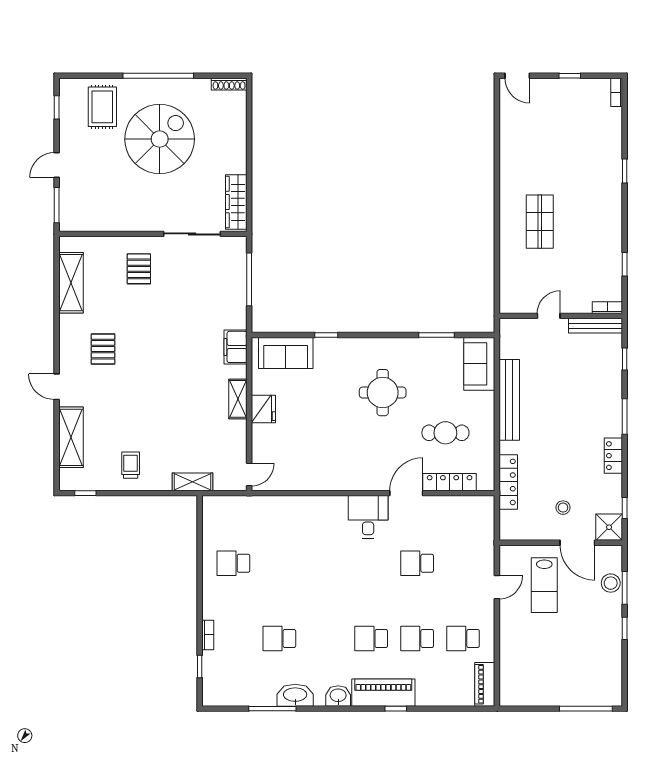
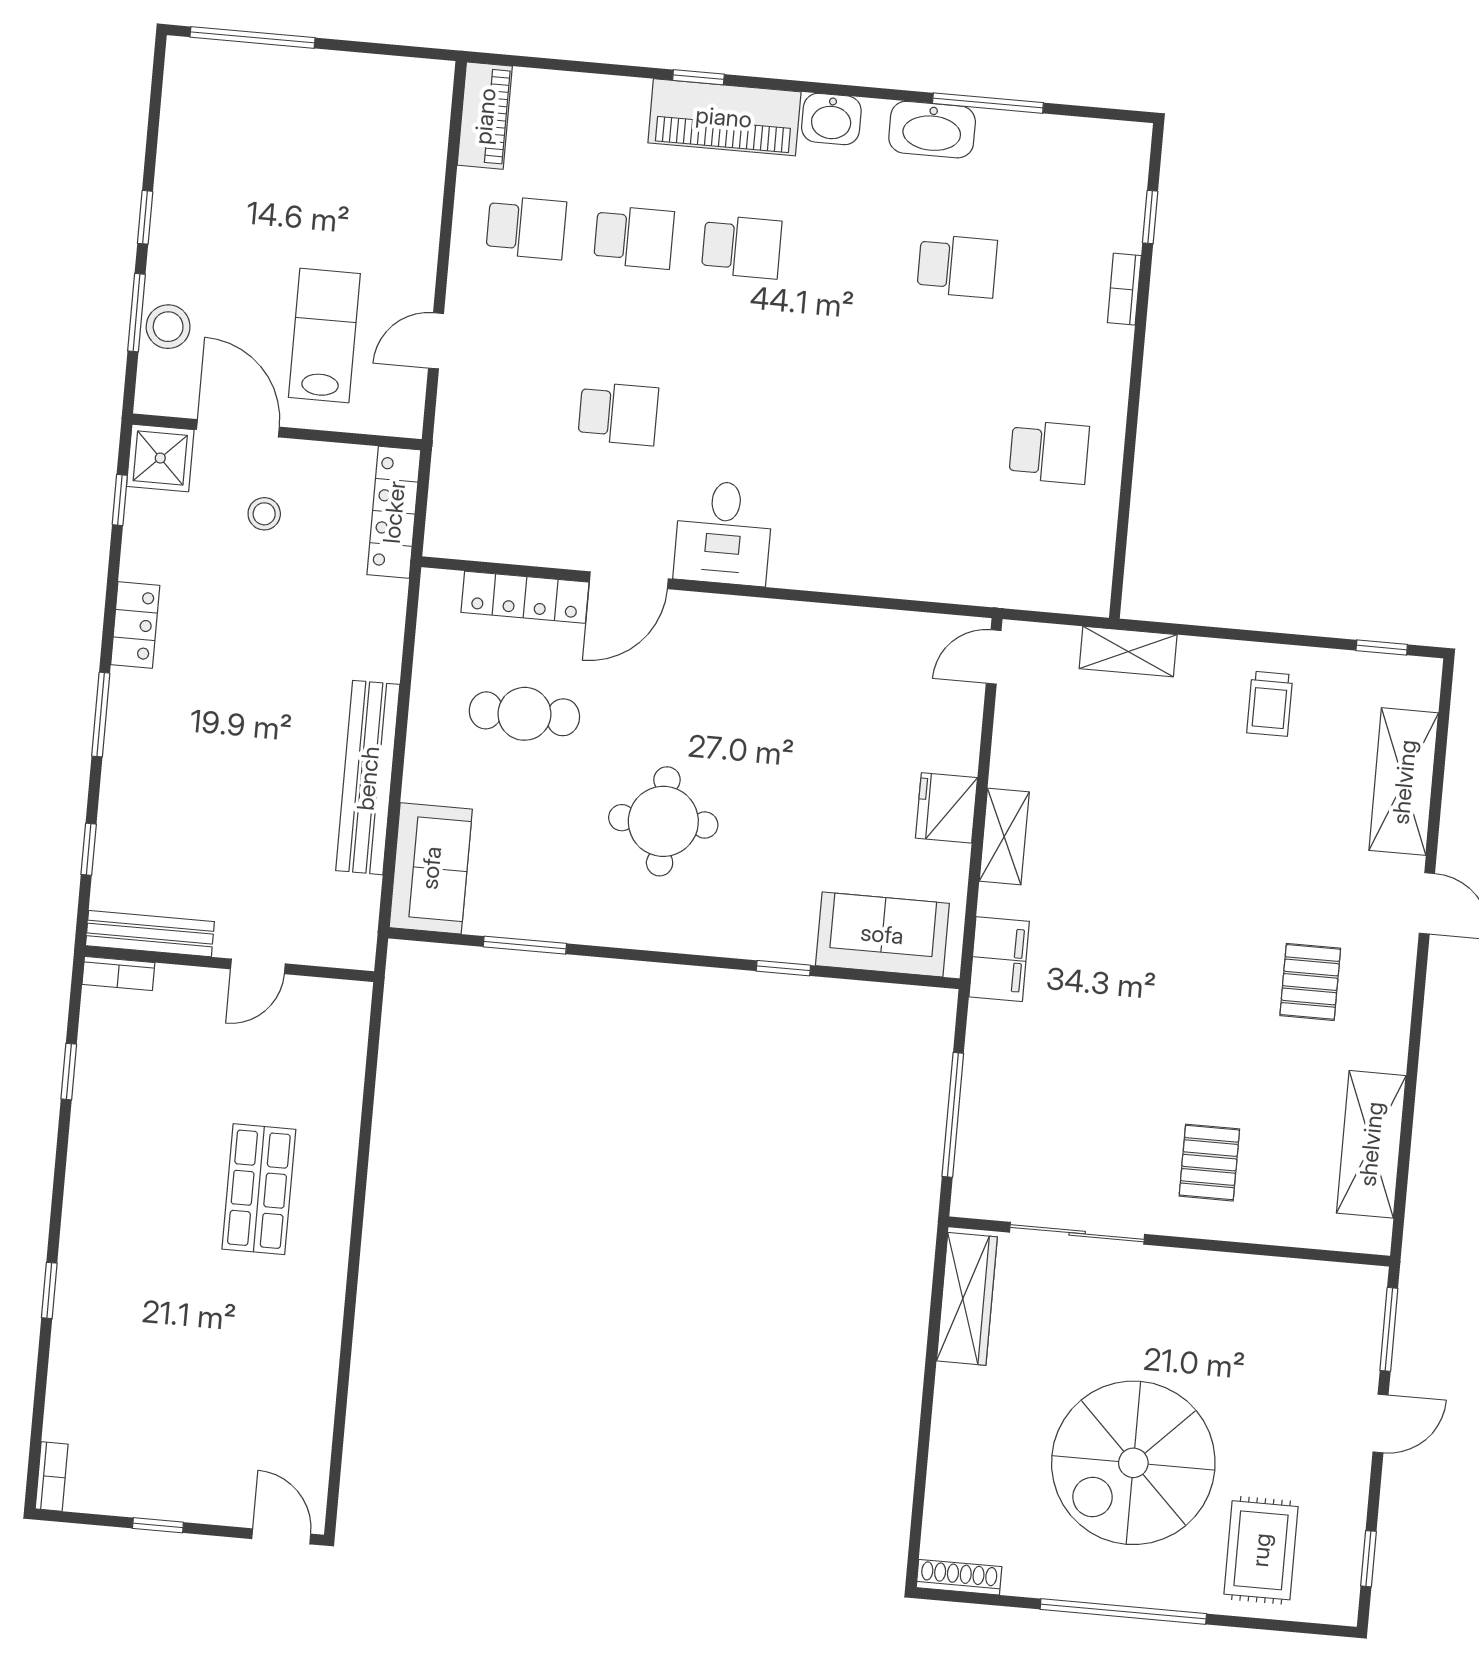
locker: (508, 482) -> (394, 512), moved

